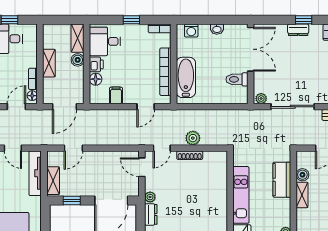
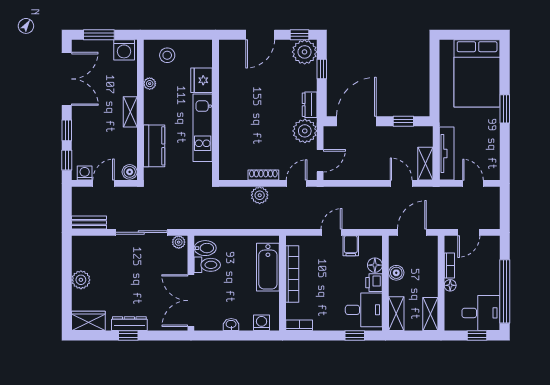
window: (131, 20) -> (355, 335), moved
dresser: (298, 30) -> (129, 324), width x1.44
boiler: (78, 60) -> (396, 273), moved
shelving: (49, 63) -> (430, 314), moved
bidet: (239, 94) -> (205, 248), added
floor lamp: (32, 96) -> (450, 285), moved
door: (146, 107) -> (332, 232), moved
door: (73, 148) -> (401, 183), hinge flipped
door: (142, 167) -> (320, 161), hinge flipped
boiler: (302, 175) -> (130, 172), moved
shelving: (53, 181) -> (425, 164), moved
shelving: (302, 195) -> (130, 112), moved
plant: (150, 197) -> (305, 131), width x1.88, depth x1.88

